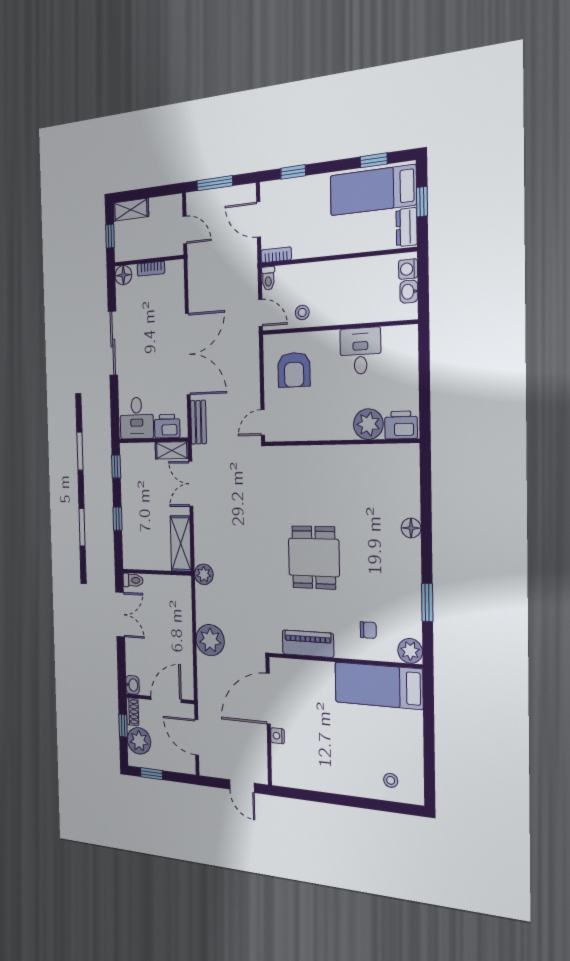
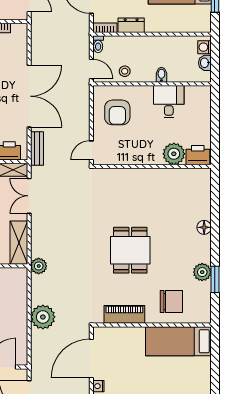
dresser: (407, 227) -> (131, 25), moved, turned 90
bidet: (350, 314) -> (161, 75), added
chair: (368, 630) -> (171, 301), width x1.87, depth x1.87
plant: (410, 651) -> (202, 272), moved

